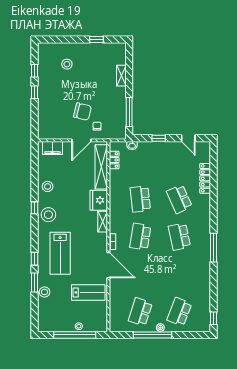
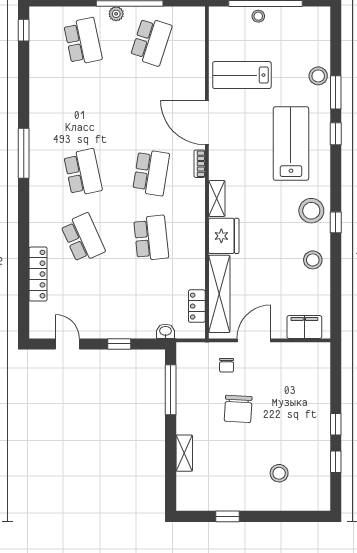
chair: (82, 112) -> (238, 409), moved, turned -101
school desk: (179, 312) -> (83, 41), turned -33

